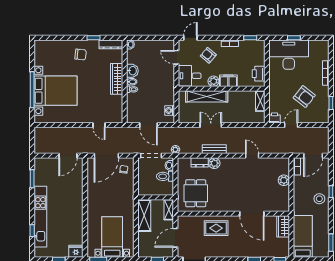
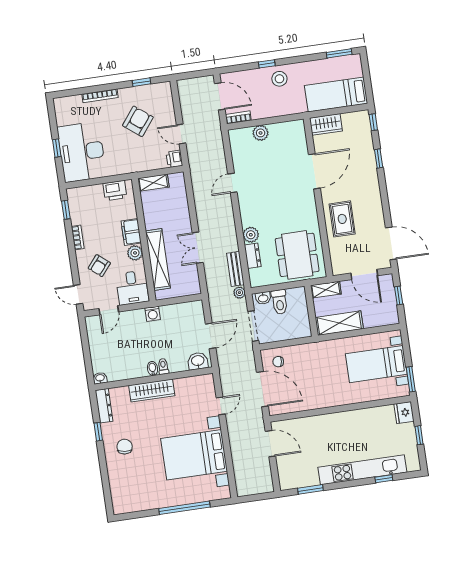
washbasin: (132, 71) -> (198, 361), moved
bed with nightstands: (56, 91) -> (194, 455), moved, turned -90
washing machine: (170, 110) -> (153, 314), moved
bench: (214, 149) -> (235, 269), moved
dining table: (196, 193) -> (297, 255), width x1.38

